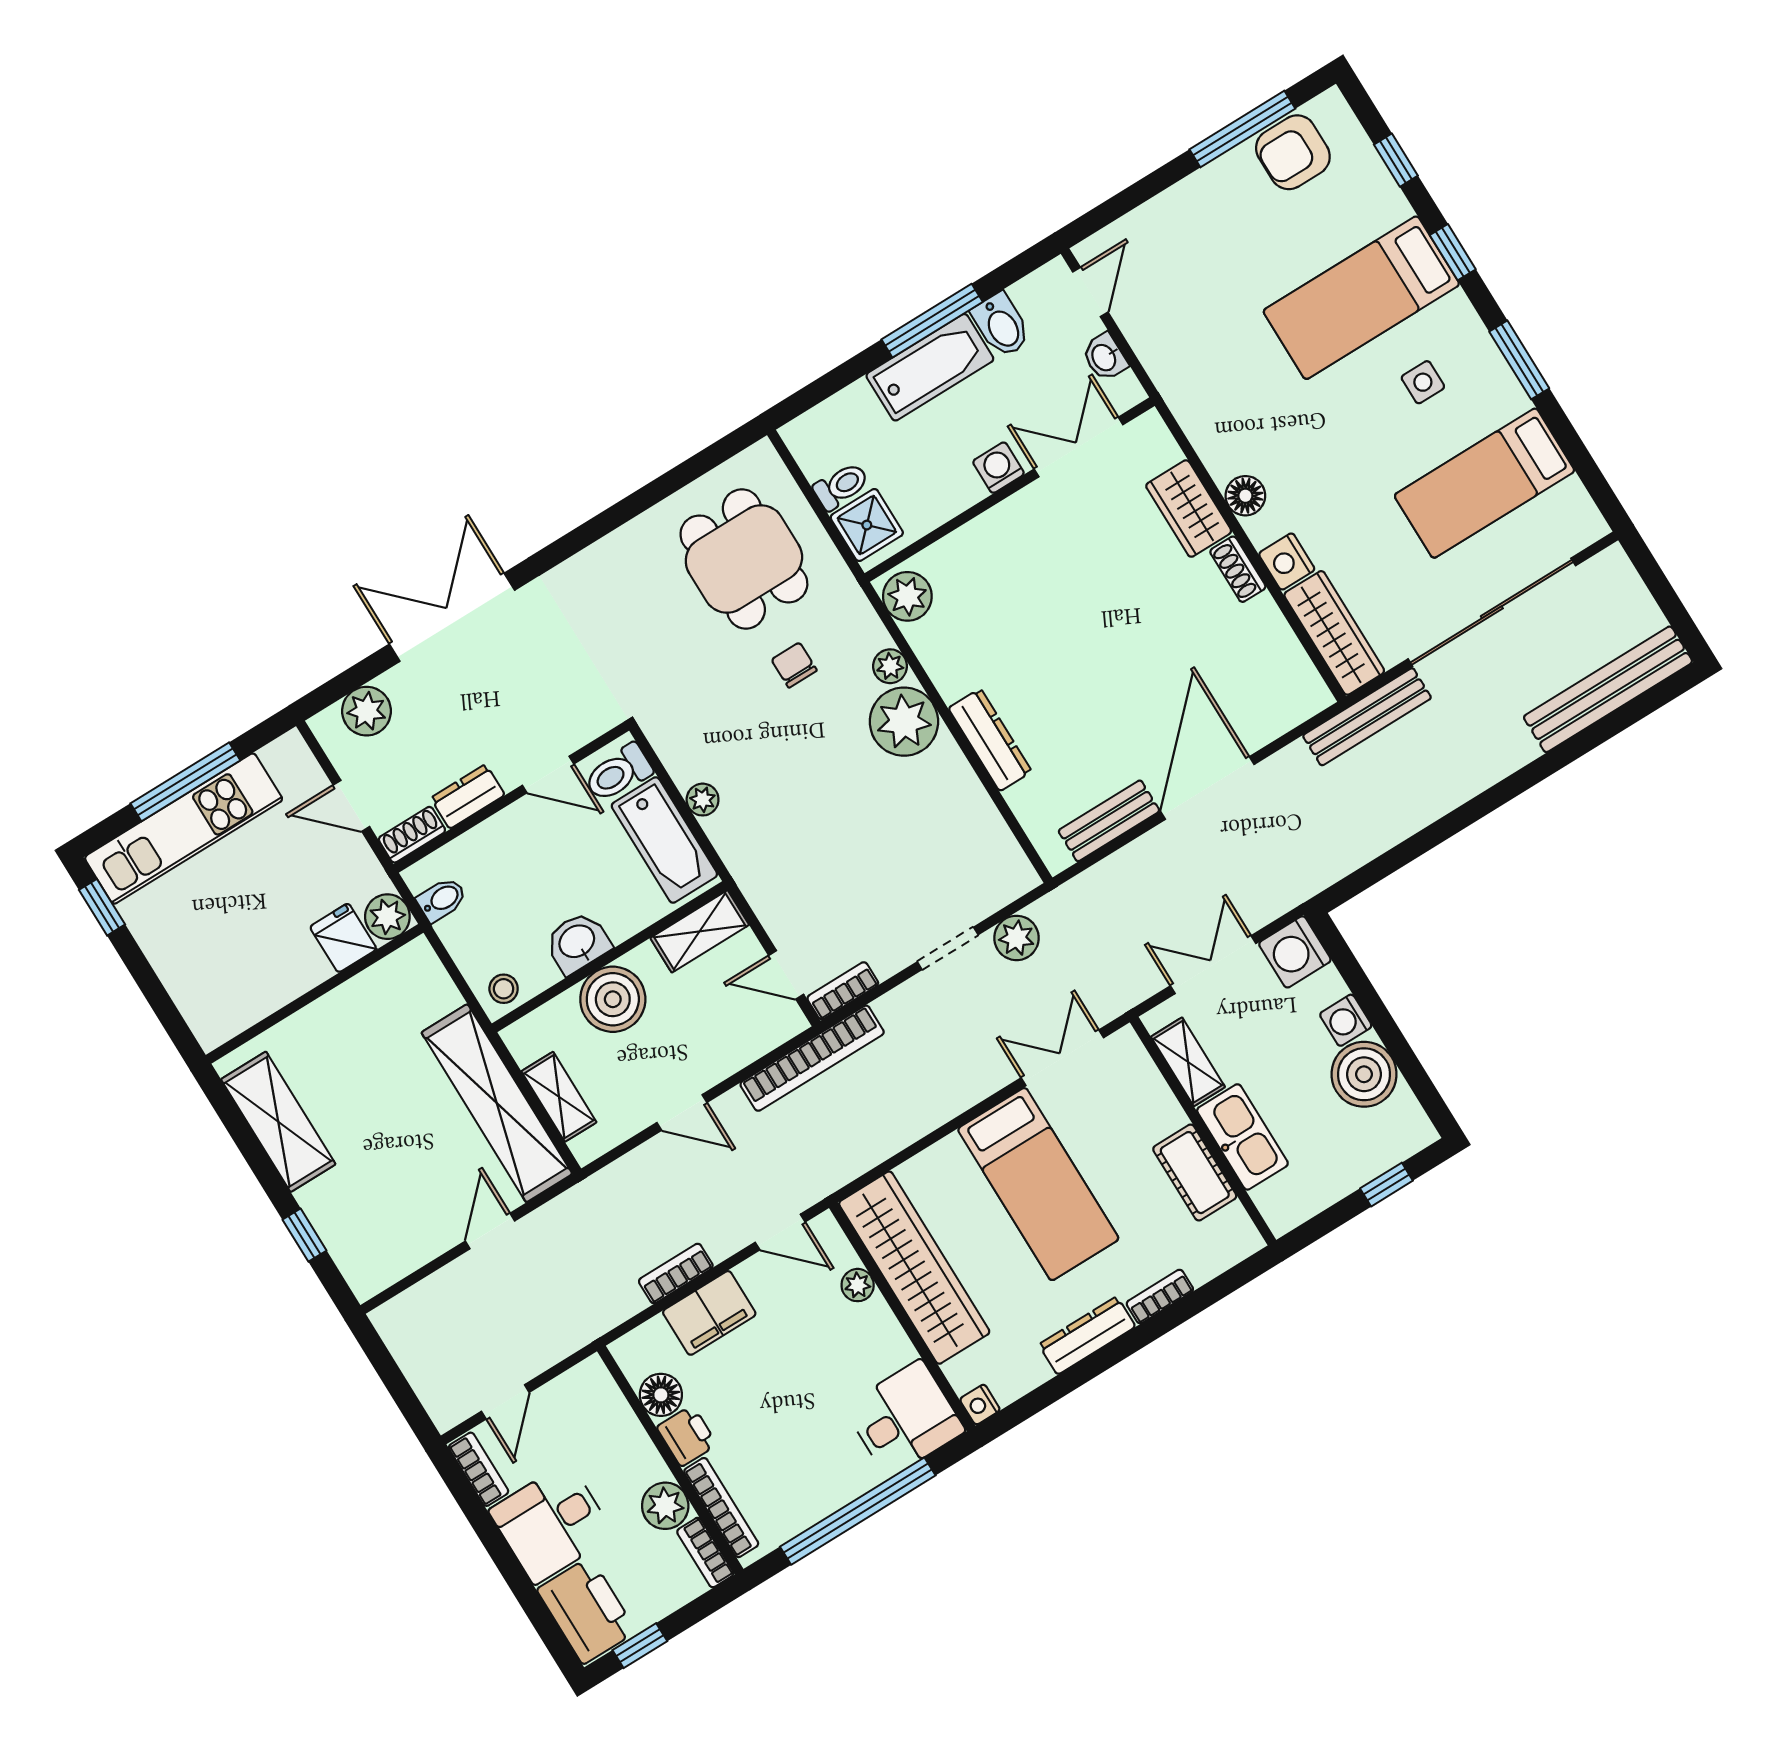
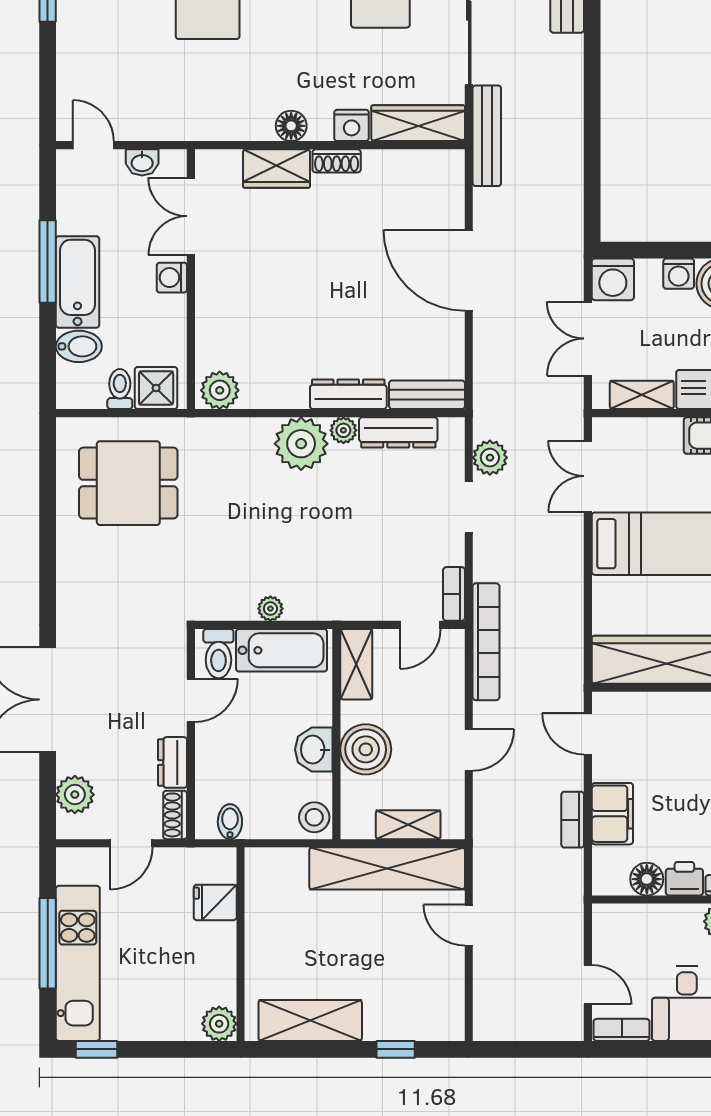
bidet: (1001, 325) -> (79, 346), moved
chair: (794, 665) -> (219, 493), removed
plant: (890, 666) -> (343, 430), moved
dresser: (982, 820) -> (398, 432), added
bench: (1109, 821) -> (427, 395), moved, turned 90
plant: (387, 917) -> (219, 1024), moved
stool: (504, 989) -> (314, 817), width x1.37, depth x1.37
door: (780, 1232) -> (588, 734), swing flipped
plant: (858, 1285) -> (655, 704), removed

